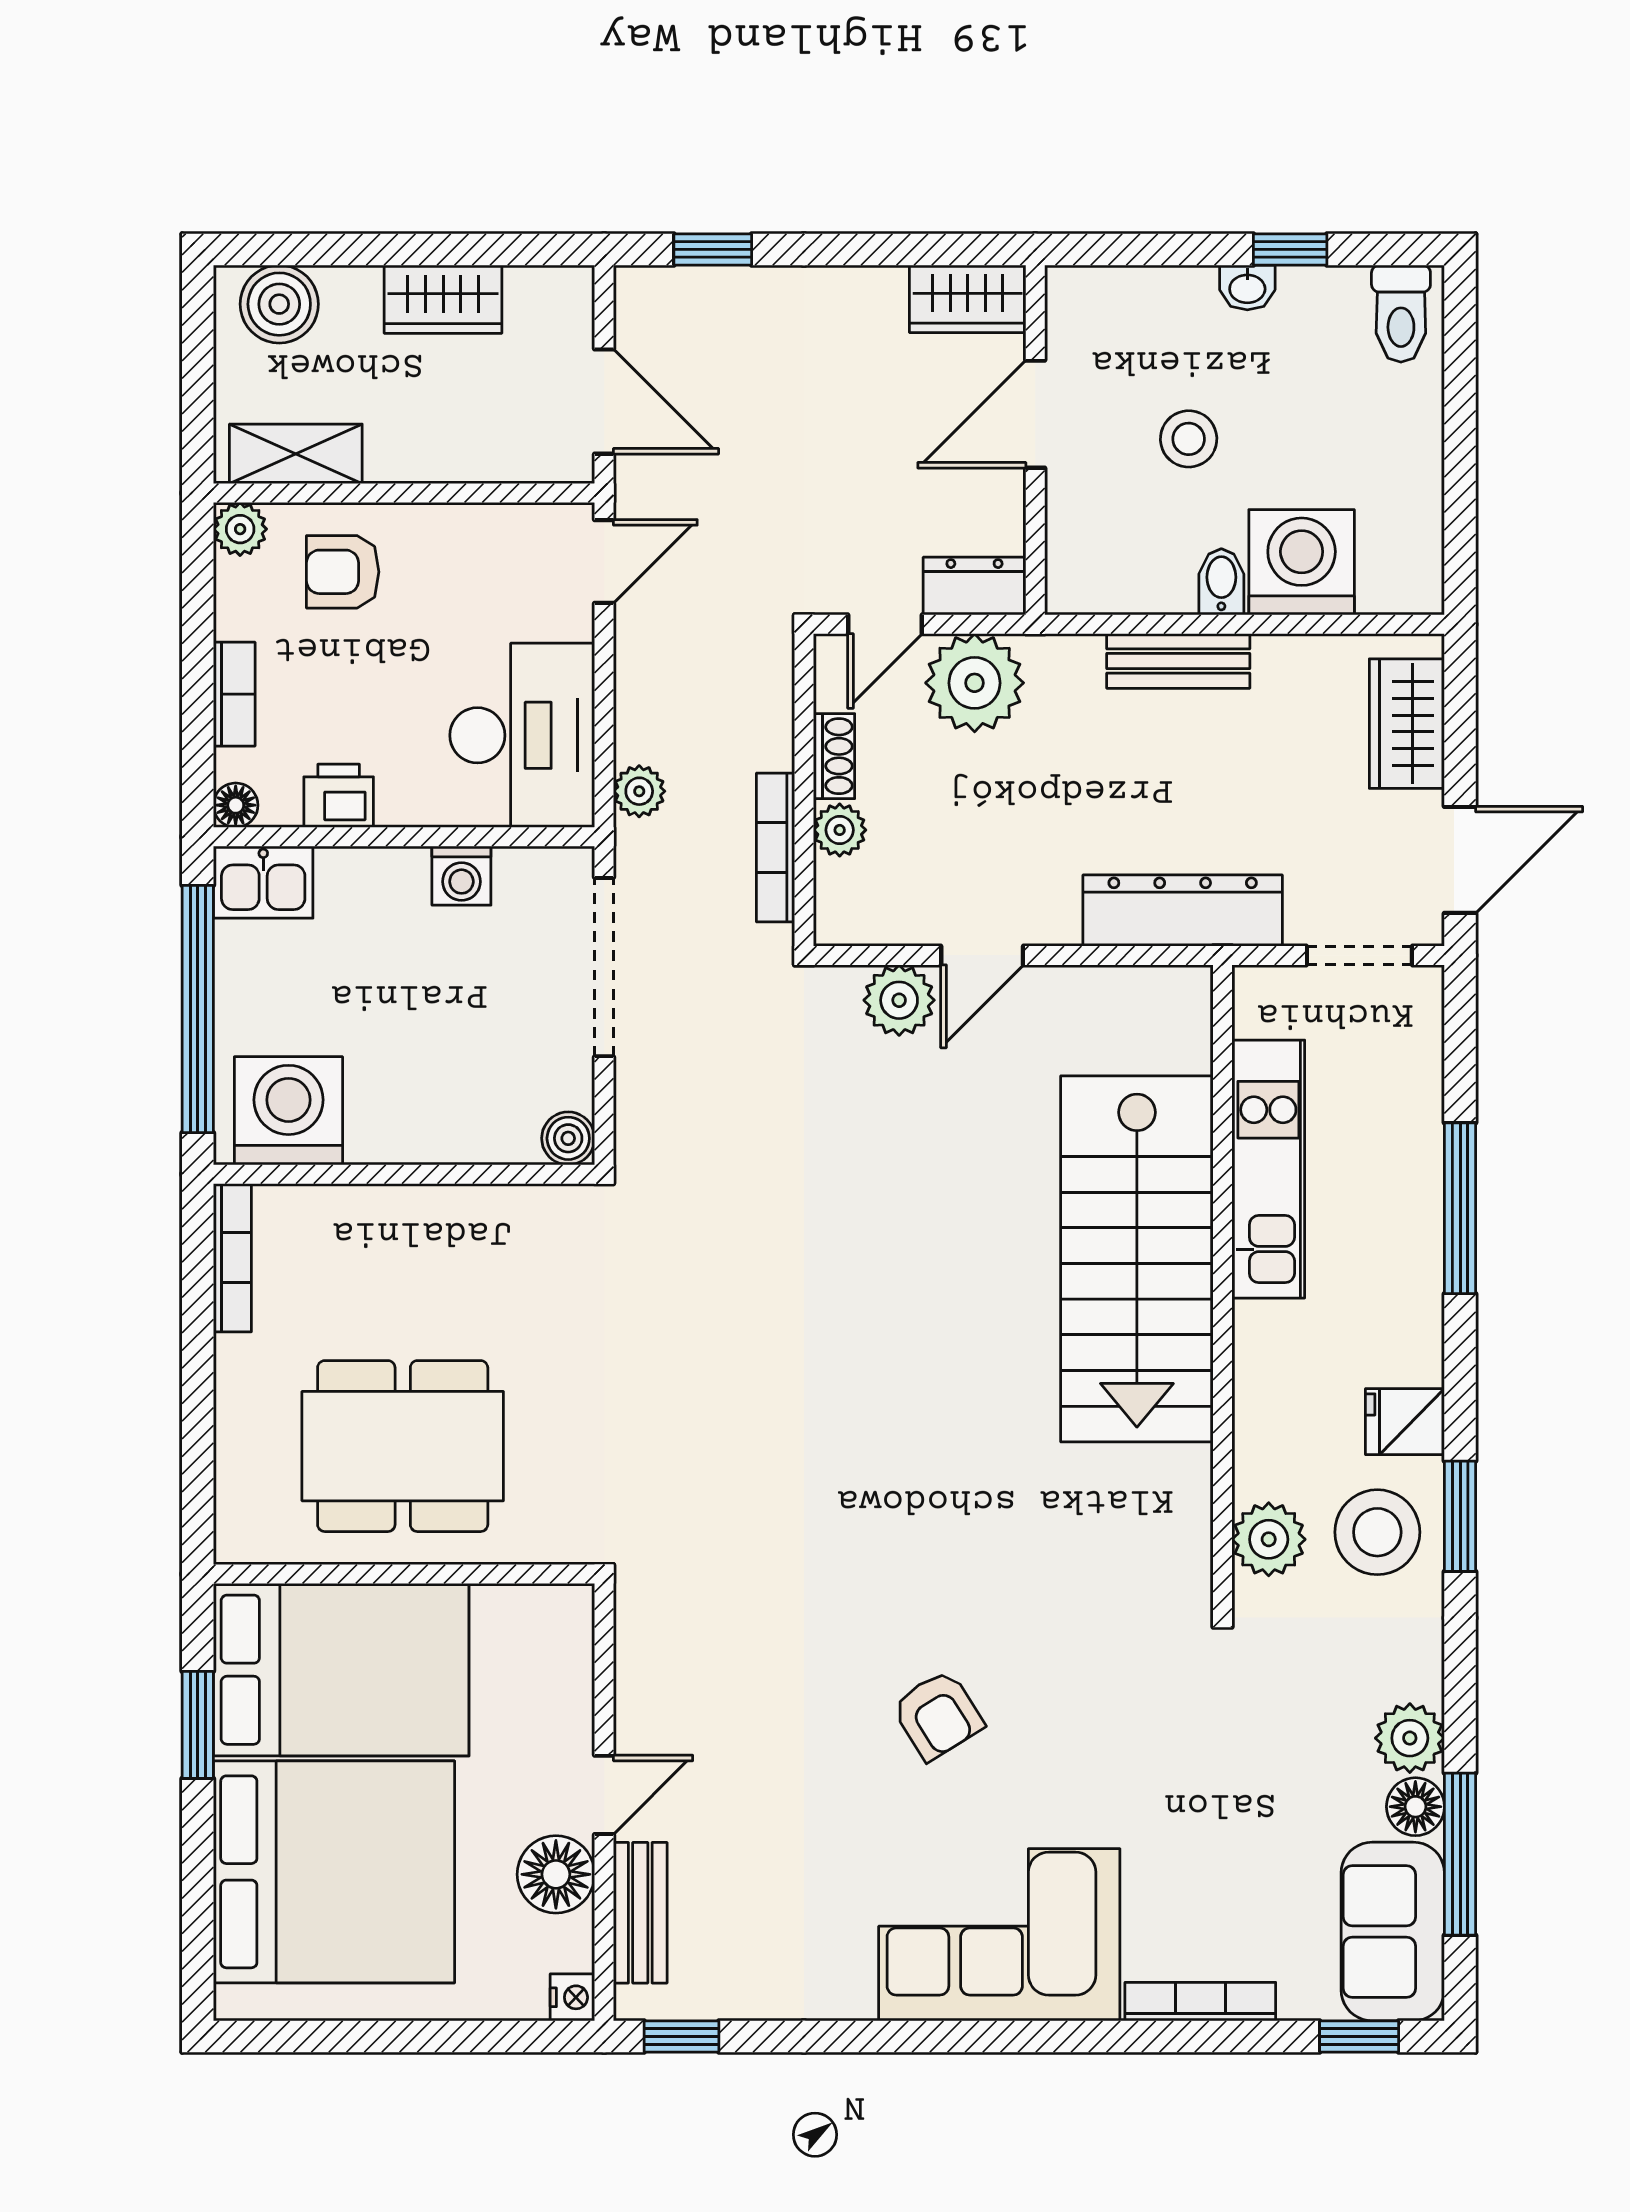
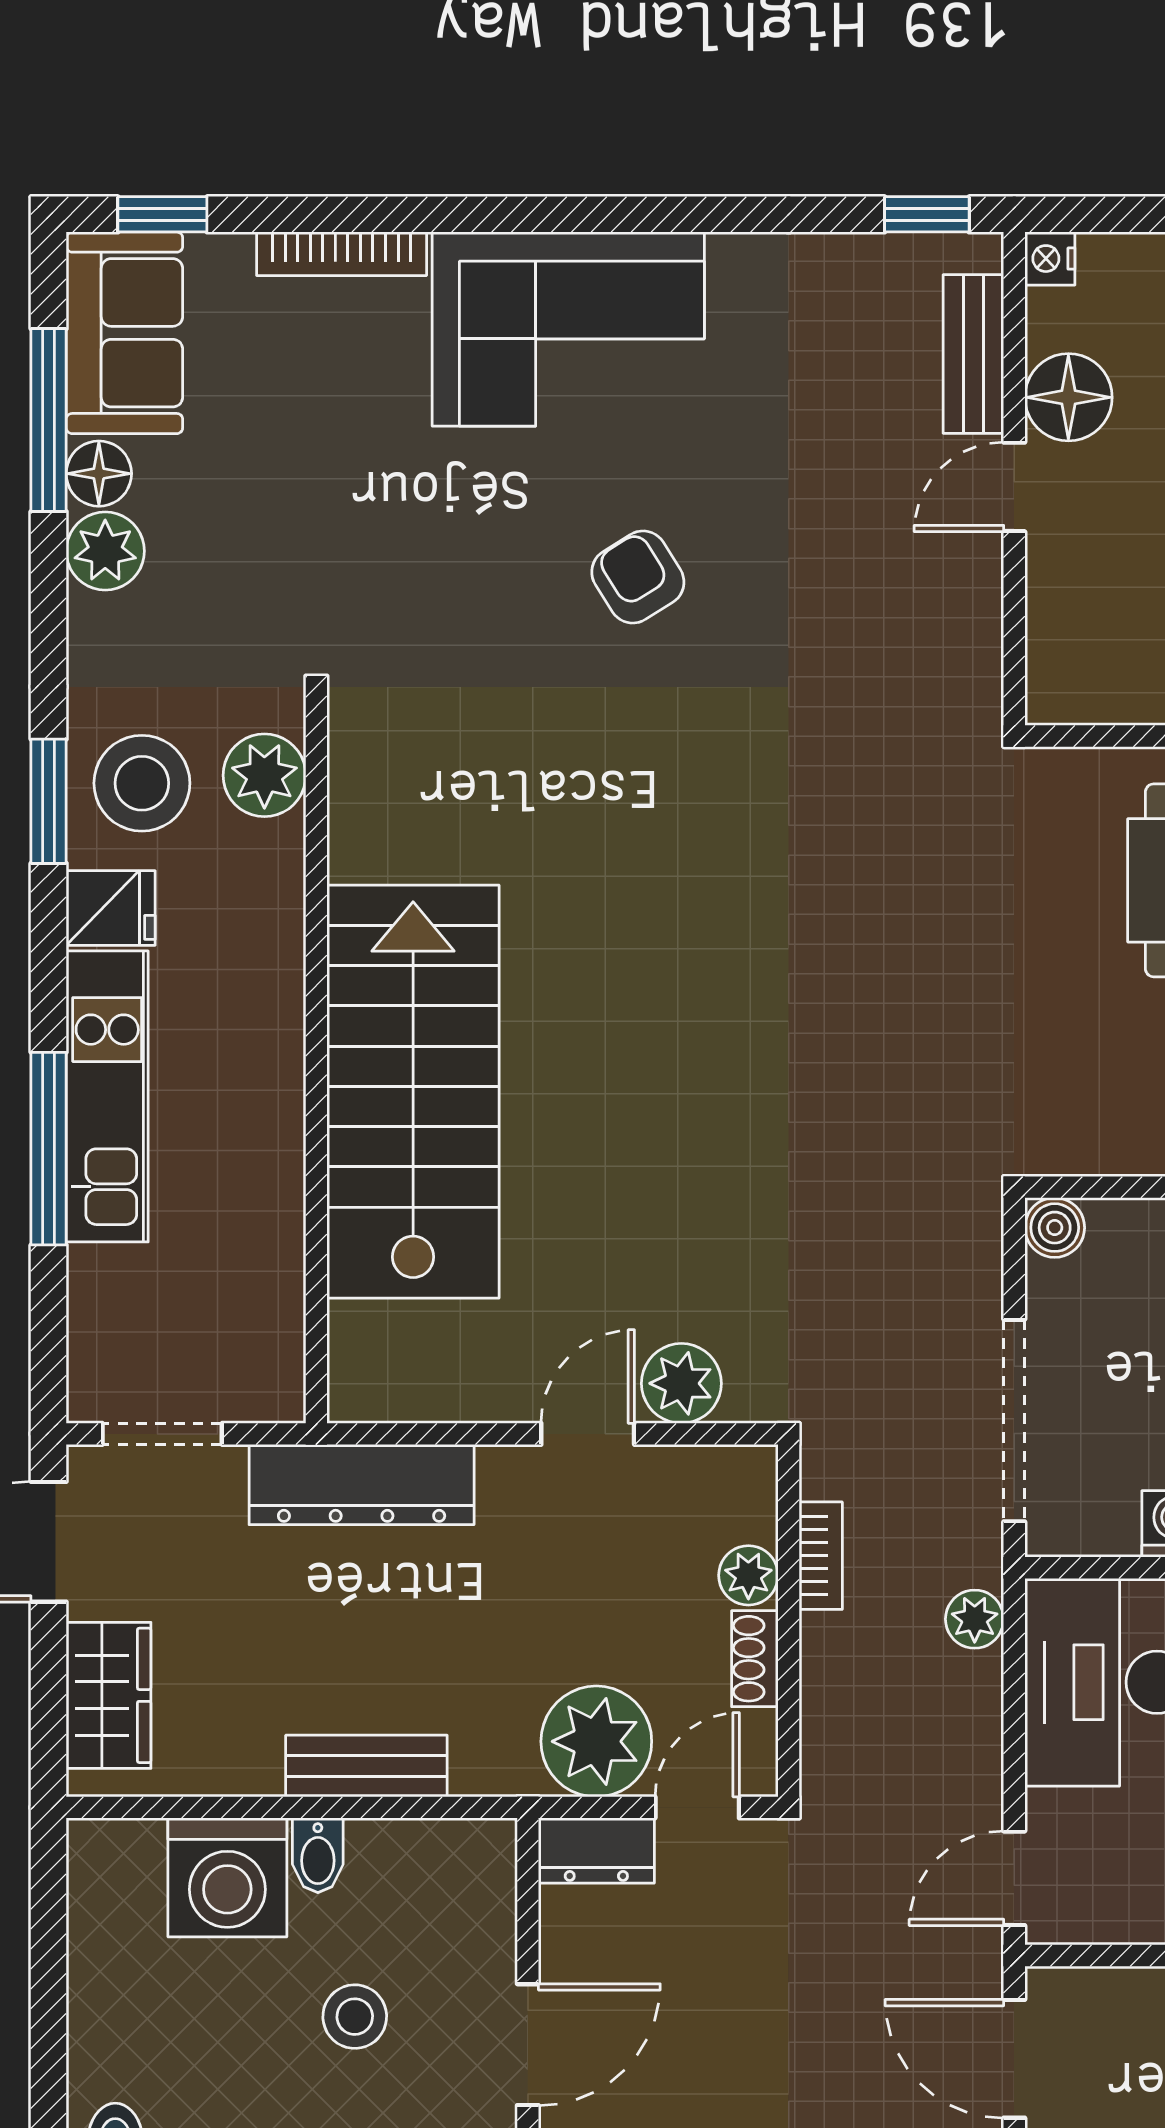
bookcase: (776, 847) -> (821, 1556), width x0.64
kitchen unit: (1268, 1169) -> (107, 1096), moved, turned 180

